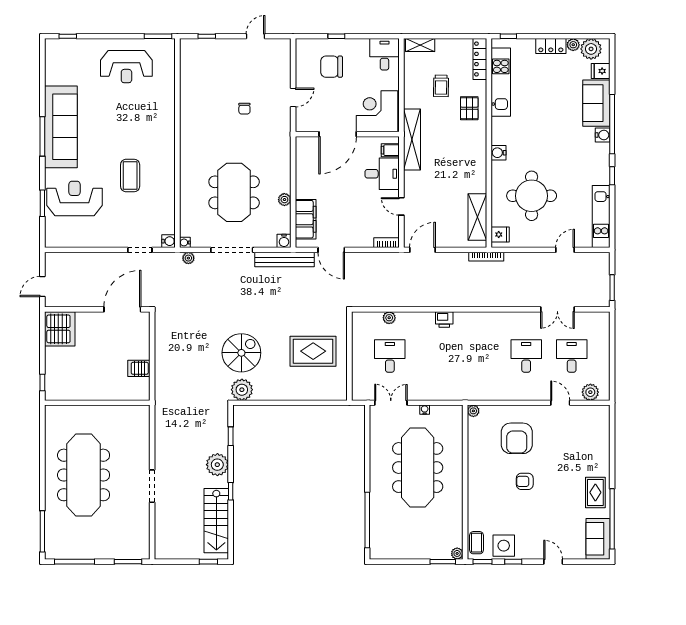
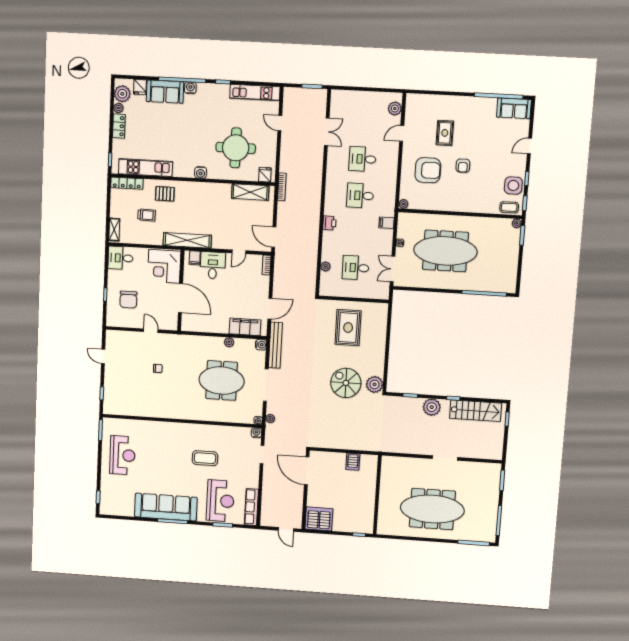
reception desk: (74, 198) -> (220, 501), turned 180
row of seats: (69, 240) -> (251, 507), added
desk: (572, 356) -> (360, 196), moved
filing cabinet: (449, 391) -> (387, 223), added
rug: (595, 492) -> (445, 133), moved, turned 90

